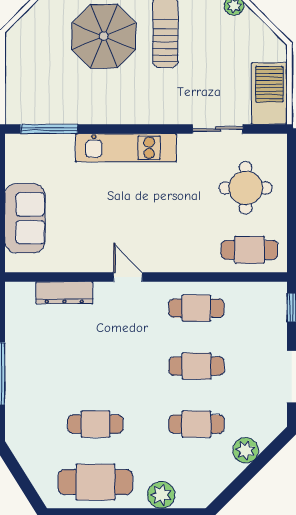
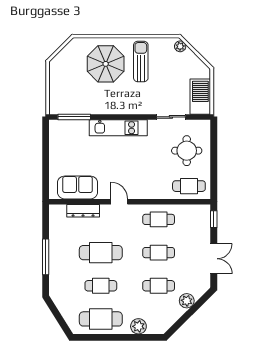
sofa: (25, 218) -> (78, 187), moved, turned -90
cafe table: (95, 366) -> (101, 253), added

